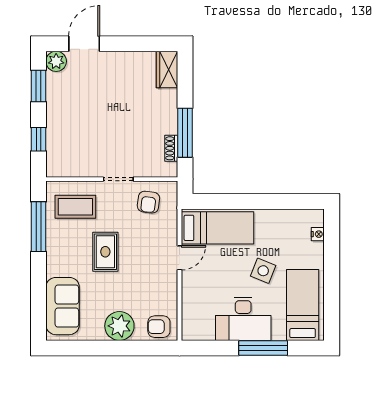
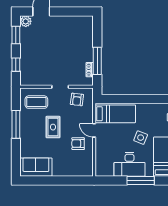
wardrobe: (167, 69) -> (87, 26), removed
window: (39, 227) -> (16, 124), moved
door: (179, 258) -> (94, 130), swing flipped
sofa: (63, 306) -> (36, 167), moved, turned -90
plant: (119, 326) -> (61, 168), removed
armchair: (159, 327) -> (78, 144), moved

